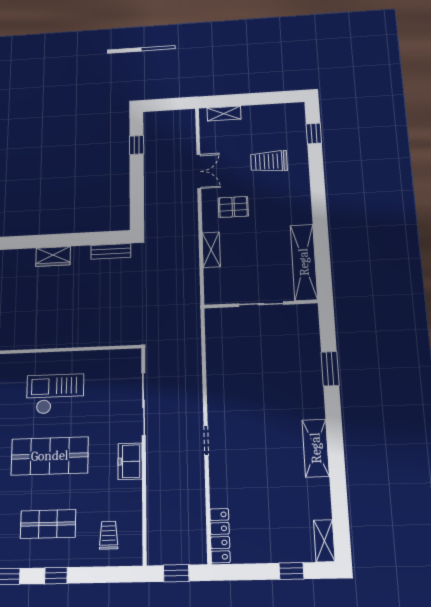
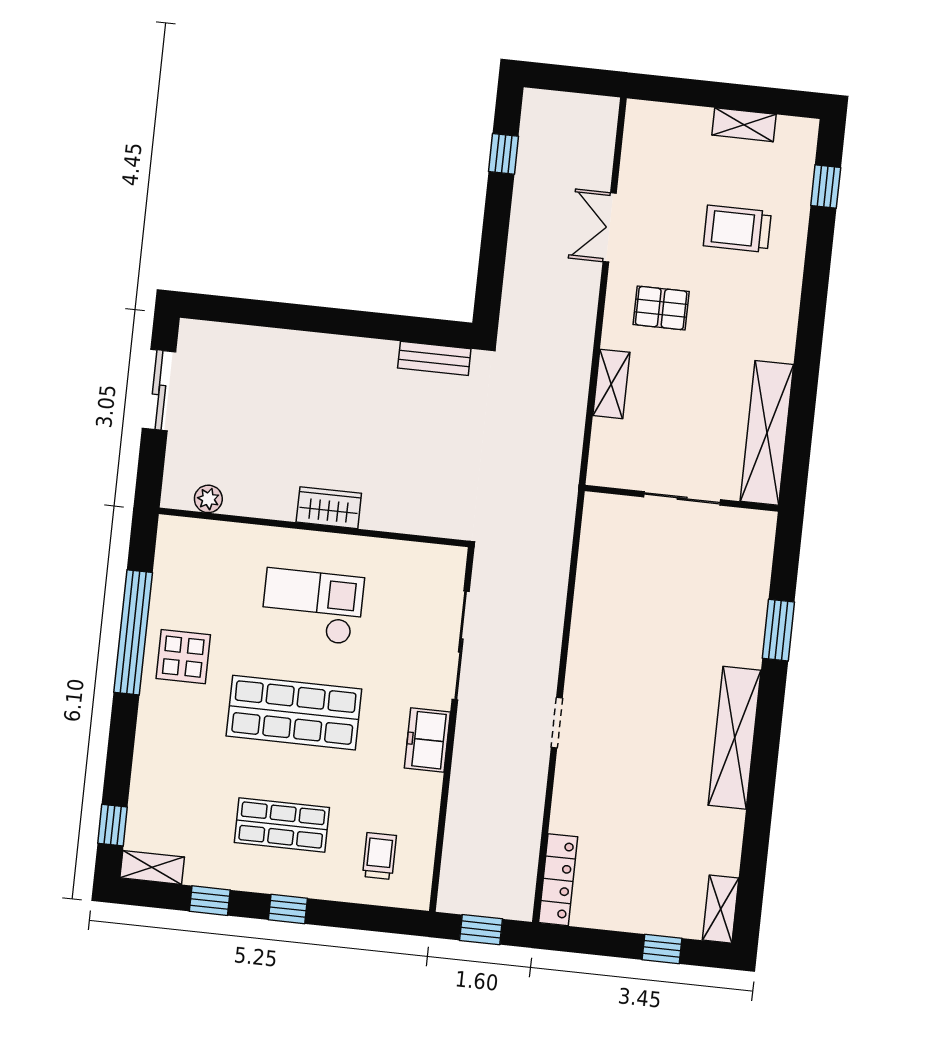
shelving: (224, 114) -> (744, 125), moved
double door: (199, 171) -> (610, 227), swing flipped
wardrobe: (53, 256) -> (329, 508), moved, turned 180
shelving: (316, 448) -> (735, 738), width x1.47

